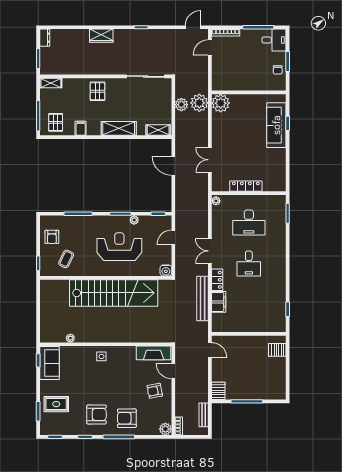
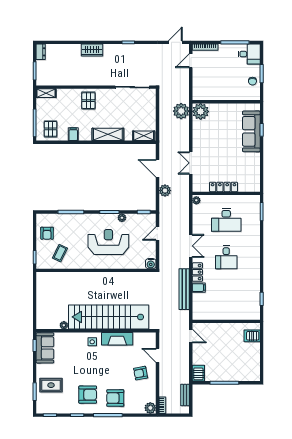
plant: (181, 105) -> (165, 190), moved
double door: (210, 251) -> (191, 246), swing flipped
stairs: (114, 293) -> (109, 317), moved, turned 180
filing cabinet: (219, 302) -> (199, 288), width x0.50
fireplace: (154, 353) -> (117, 339), moved

